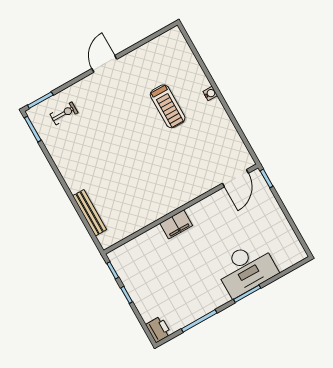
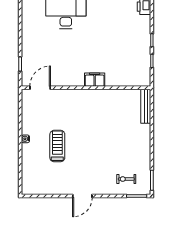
door: (235, 178) -> (40, 88), moved
wall: (181, 209) -> (86, 88), moved
filing cabinet: (176, 224) -> (95, 80), moved

